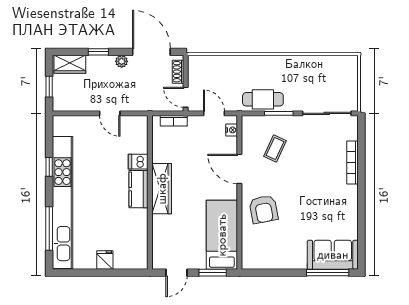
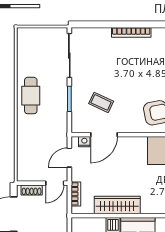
cafe table: (263, 99) -> (31, 96), moved
bookcase: (352, 162) -> (131, 32), moved
door: (239, 169) -> (104, 135), moved
wardrobe: (162, 189) -> (117, 205), moved

